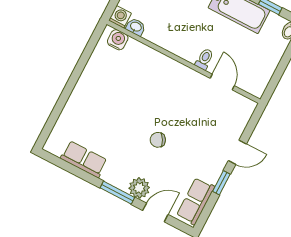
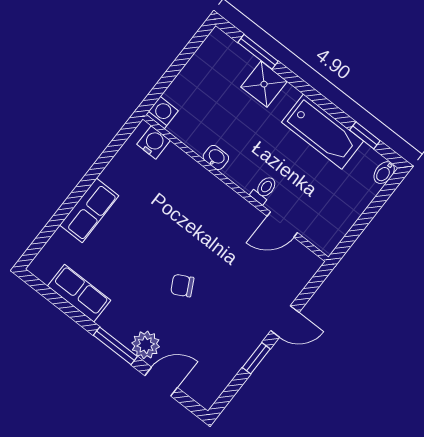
washbasin: (136, 27) -> (216, 157), moved
door: (222, 82) -> (282, 224), swing flipped
row of seats: (196, 201) -> (89, 210), moved, turned 180

